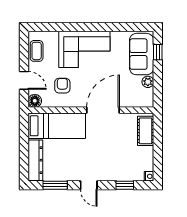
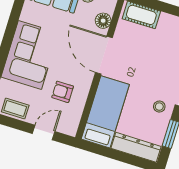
floor lamp: (35, 101) -> (103, 21), moved
stool: (75, 169) -> (159, 107), added

